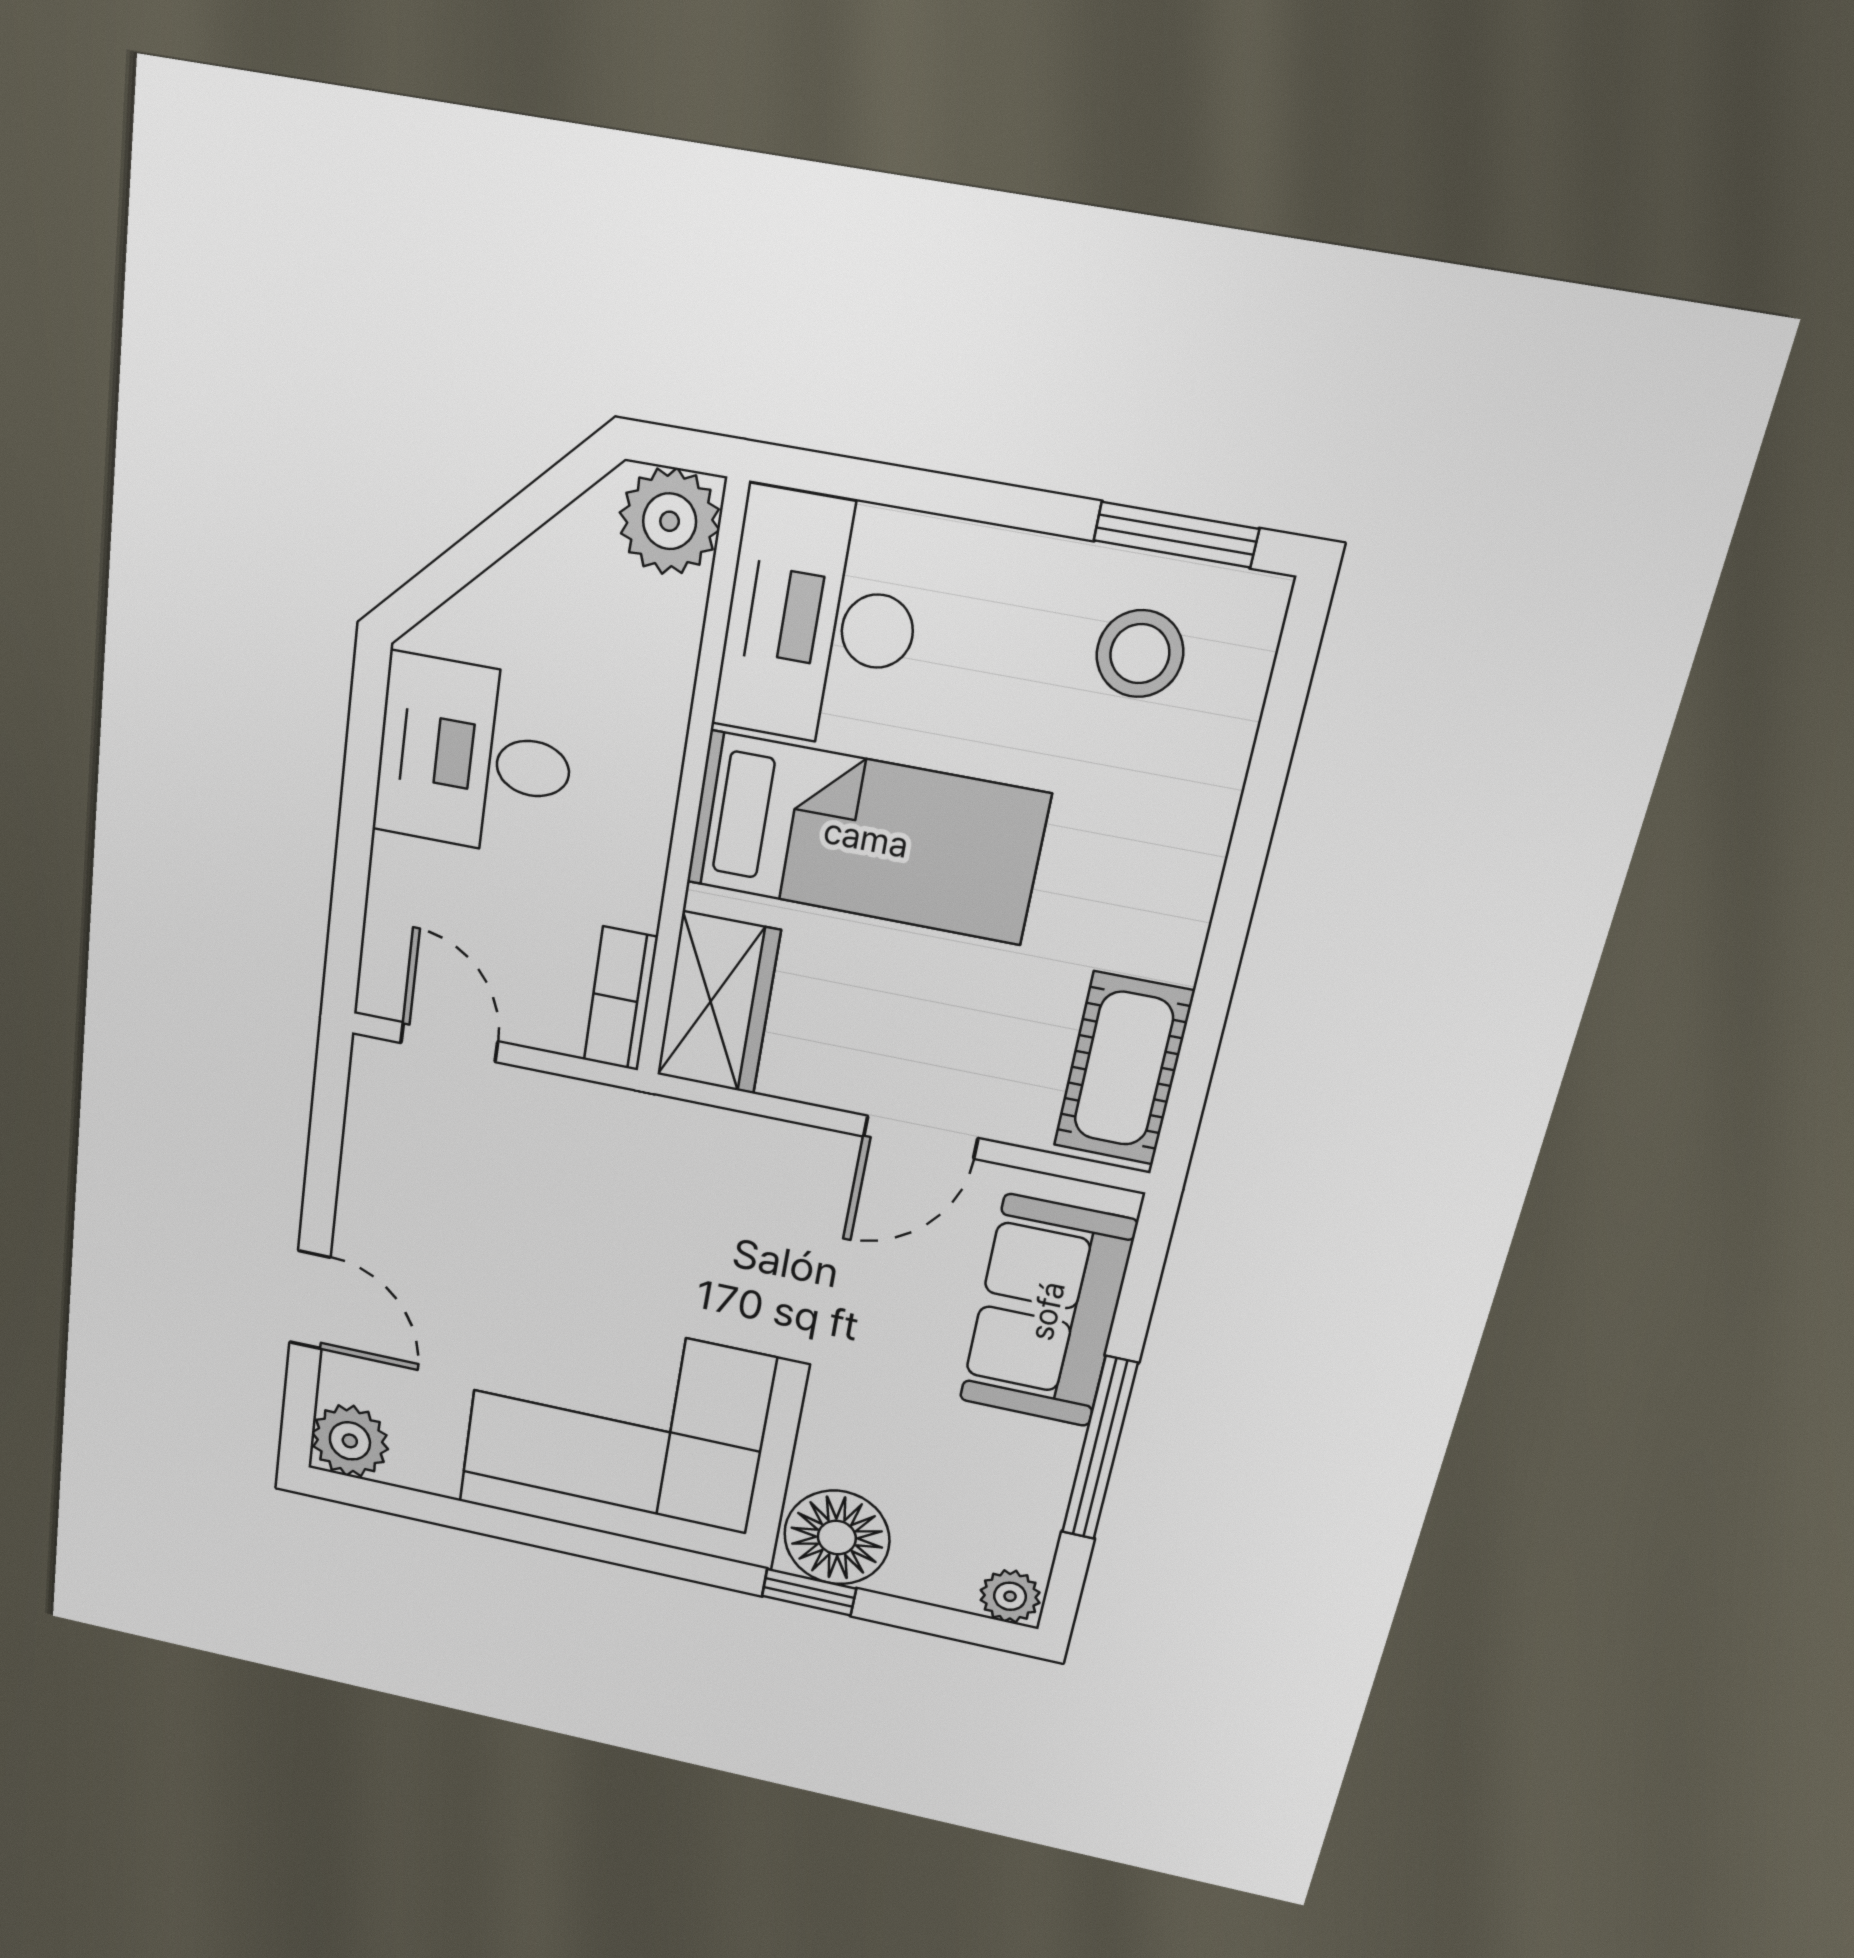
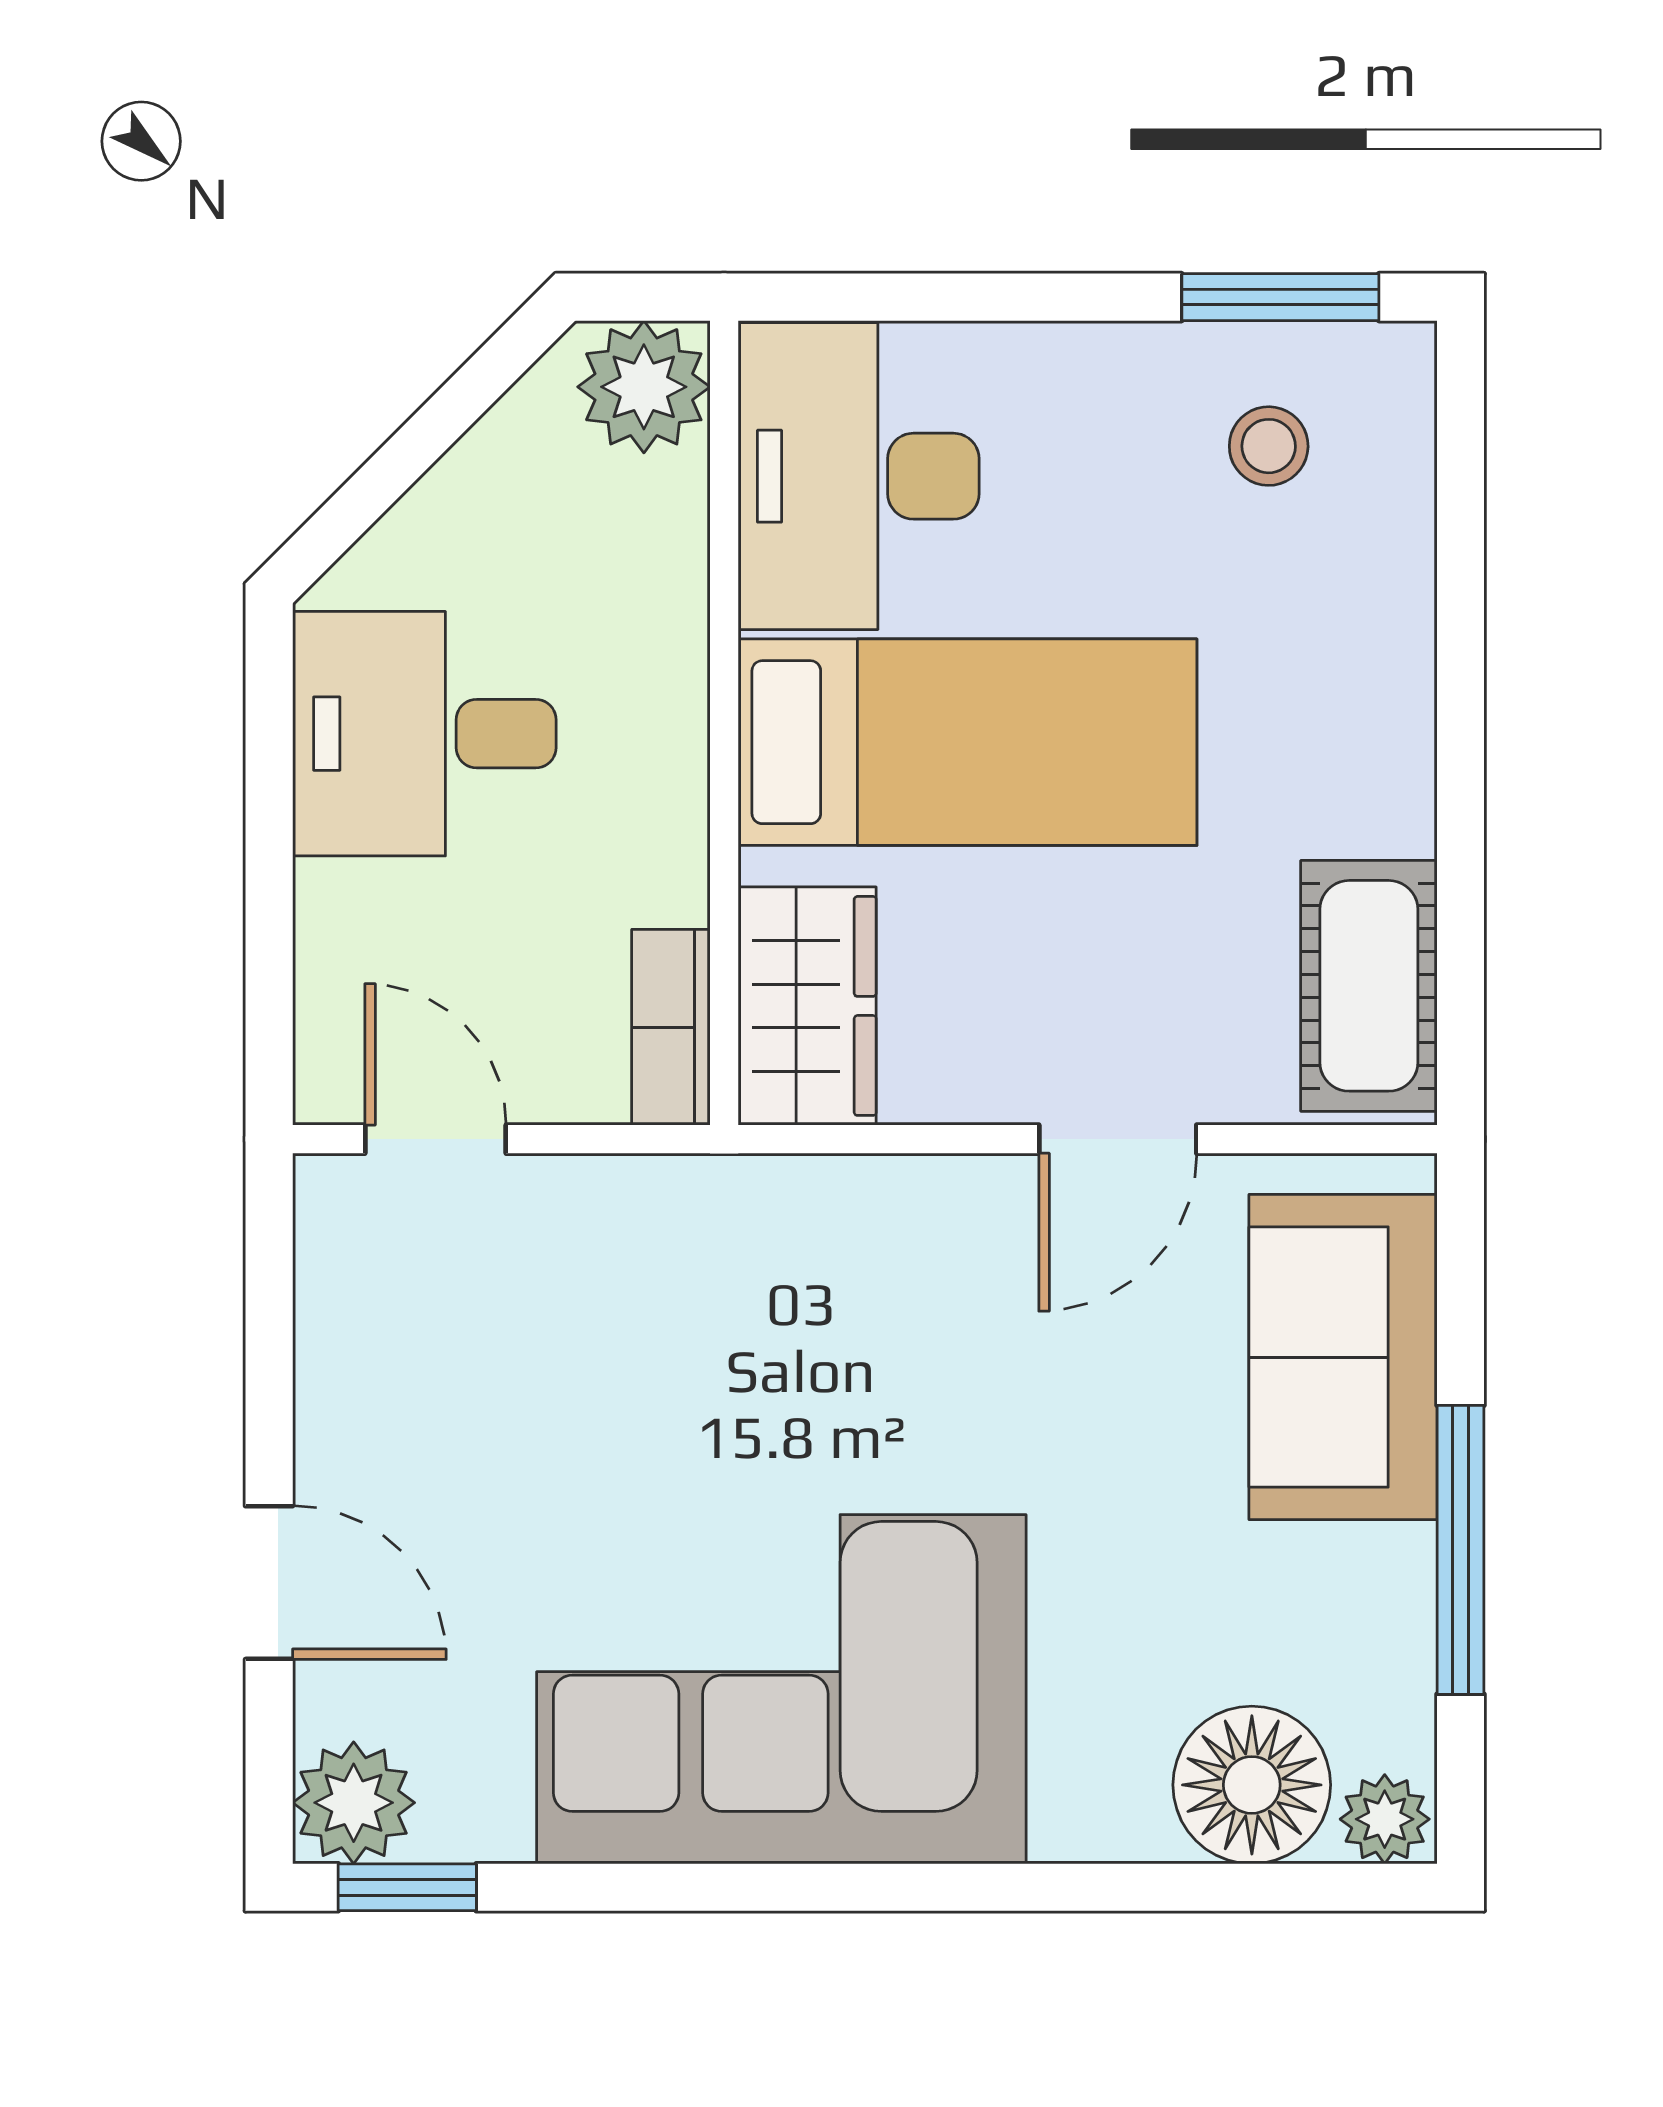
stool: (1140, 654) -> (1269, 446), width x0.73, depth x0.73
floor lamp: (837, 1538) -> (1252, 1785), moved
window: (809, 1592) -> (407, 1887), moved

